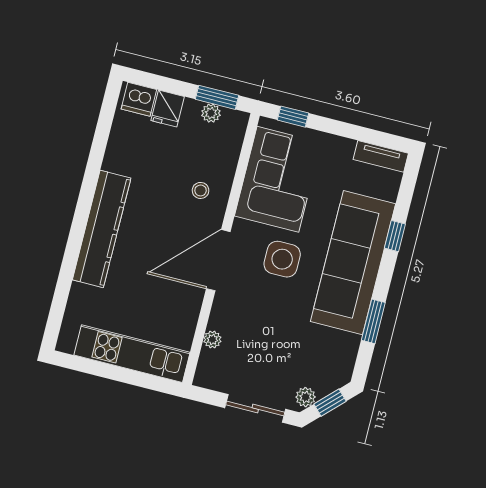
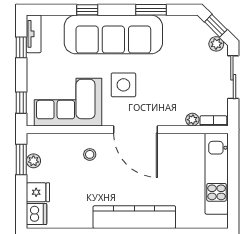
window: (367, 135) -> (21, 47), added
bookcase: (204, 367) -> (213, 121), added

